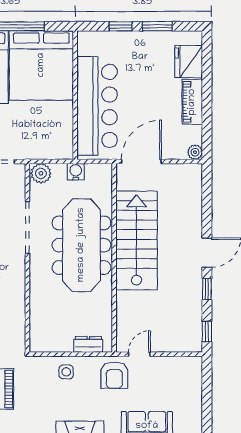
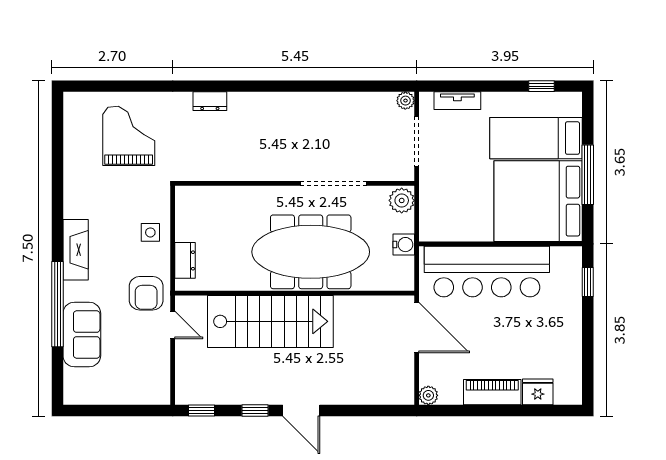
window: (121, 26) -> (588, 282), moved
window: (157, 26) -> (588, 348), removed
fridge: (189, 61) -> (538, 392), width x0.73, depth x0.75
stairs: (136, 240) -> (270, 321), moved
armchair: (114, 375) -> (146, 293), turned -90

